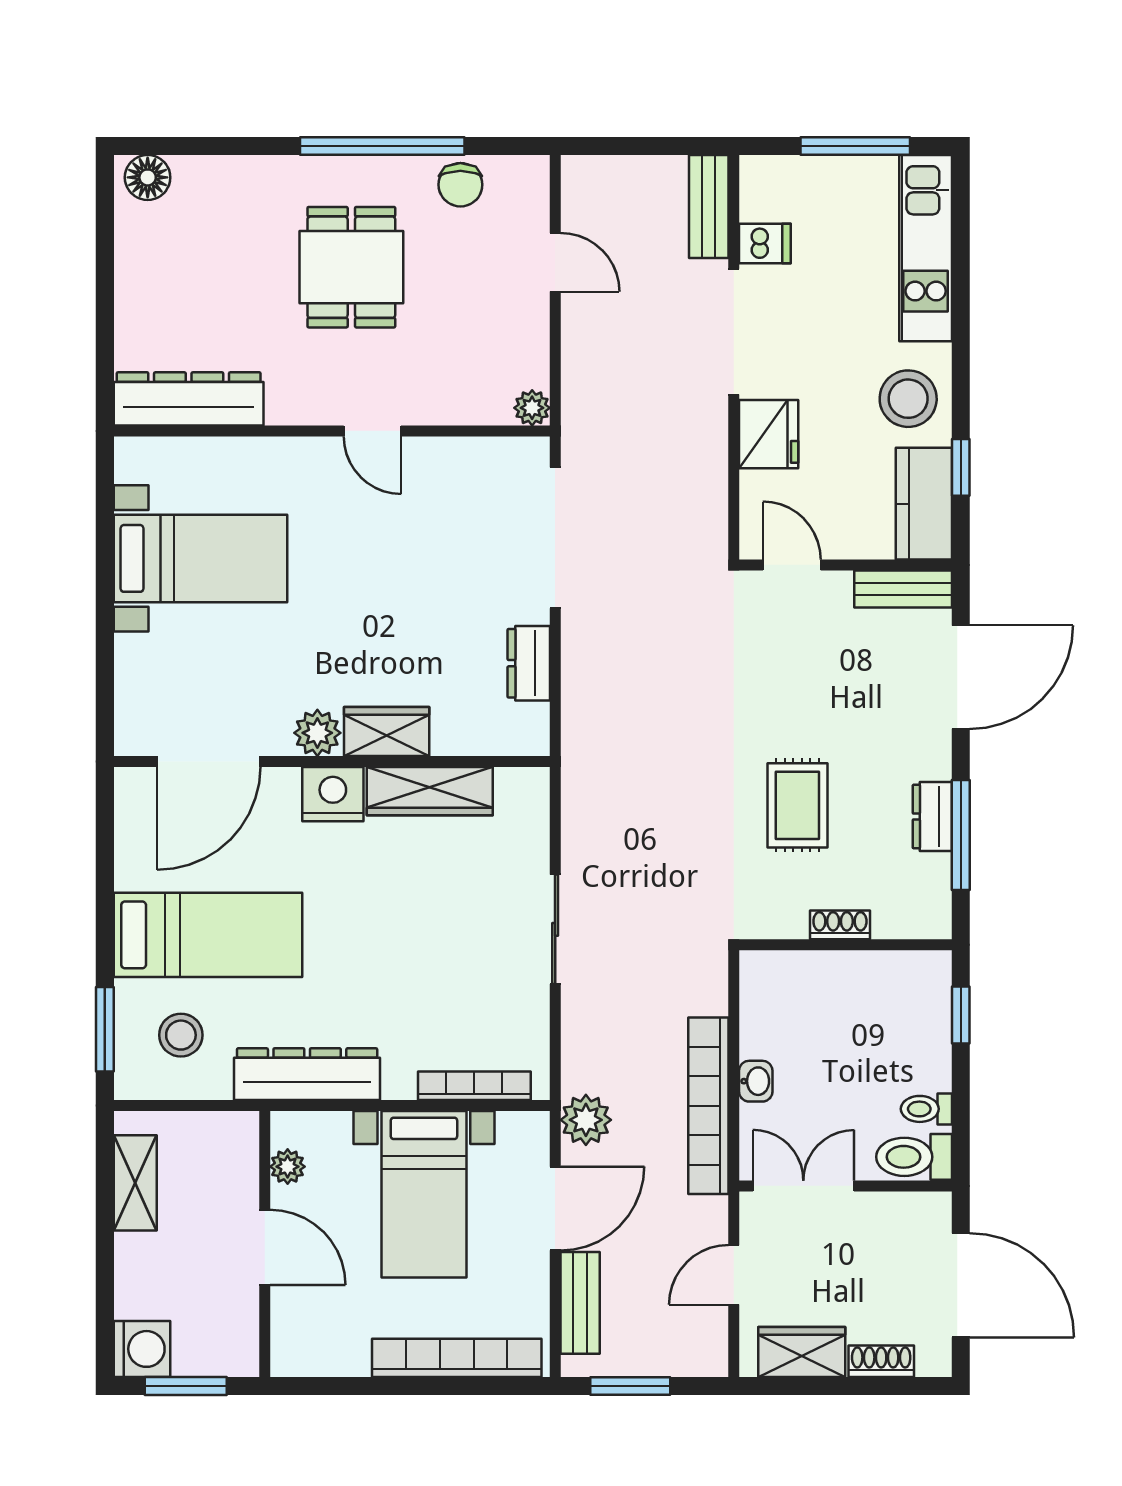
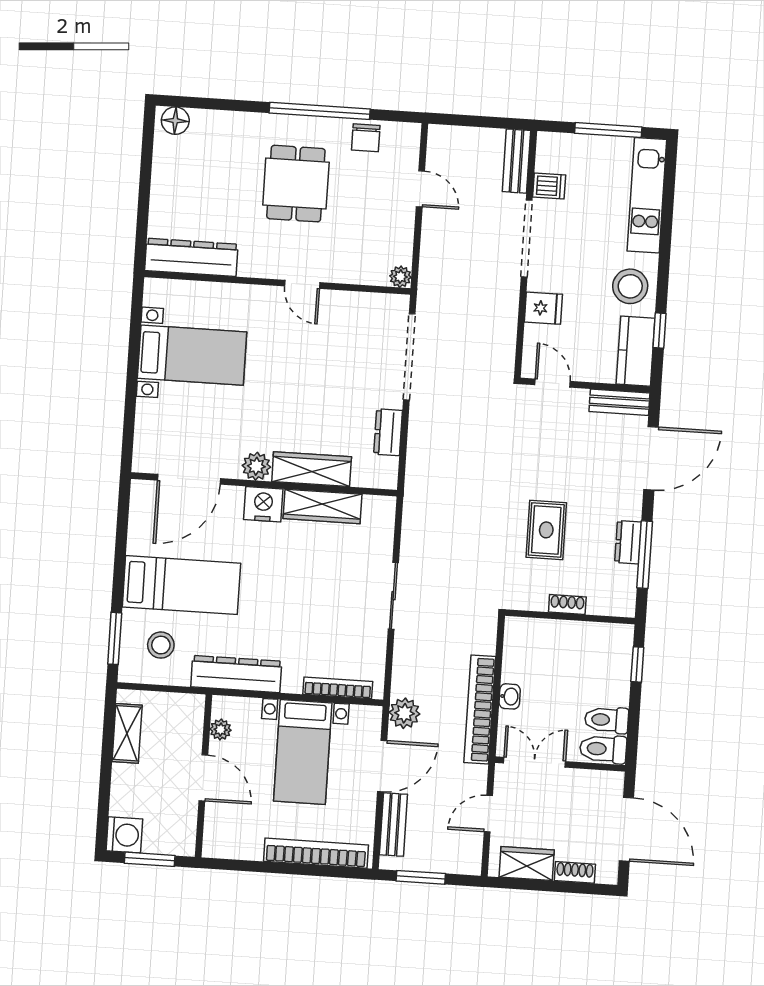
fridge: (769, 434) -> (543, 308), width x0.72
wardrobe: (387, 732) -> (312, 469), width x1.50
toilet: (926, 1109) -> (607, 720), width x1.37, depth x1.39

